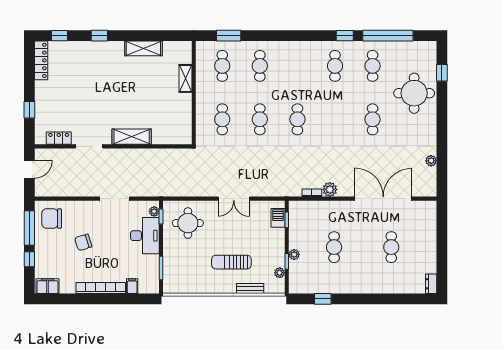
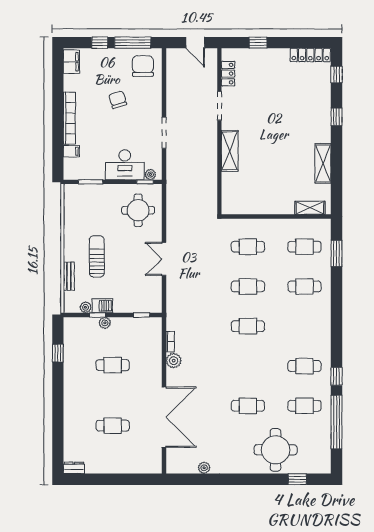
shelving: (185, 78) -> (310, 208), moved
barbecue: (278, 218) -> (102, 306), moved

